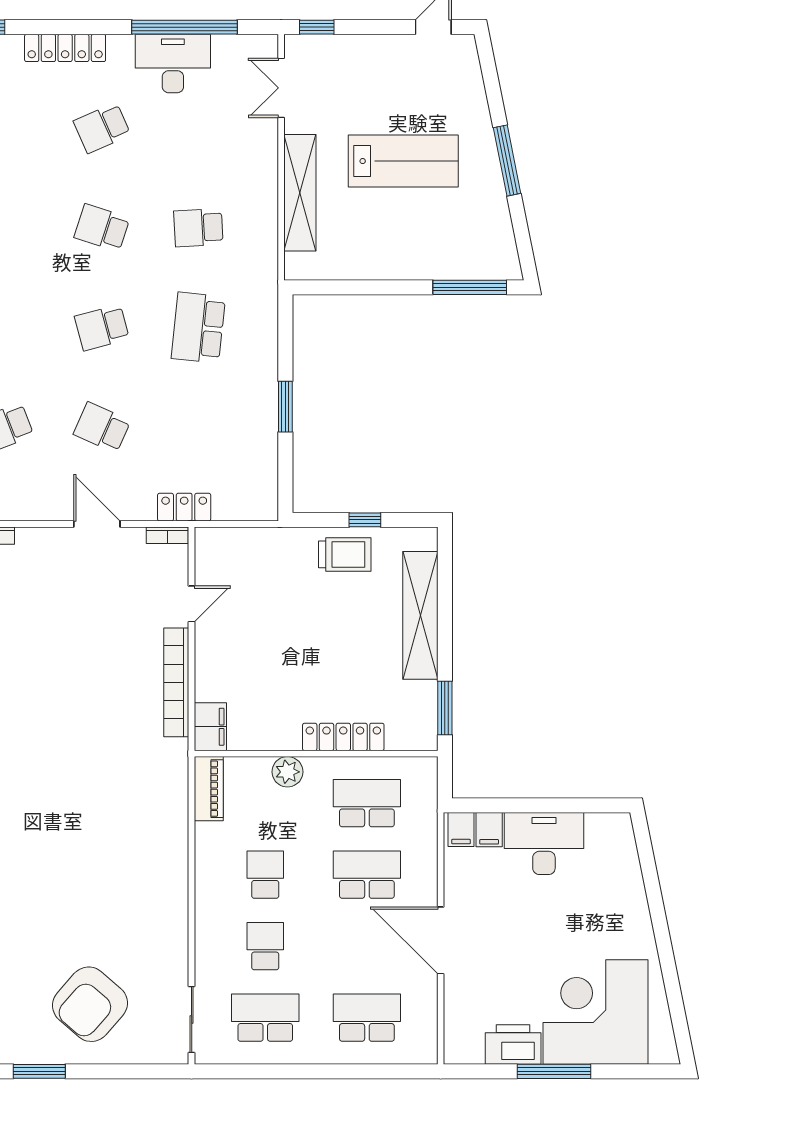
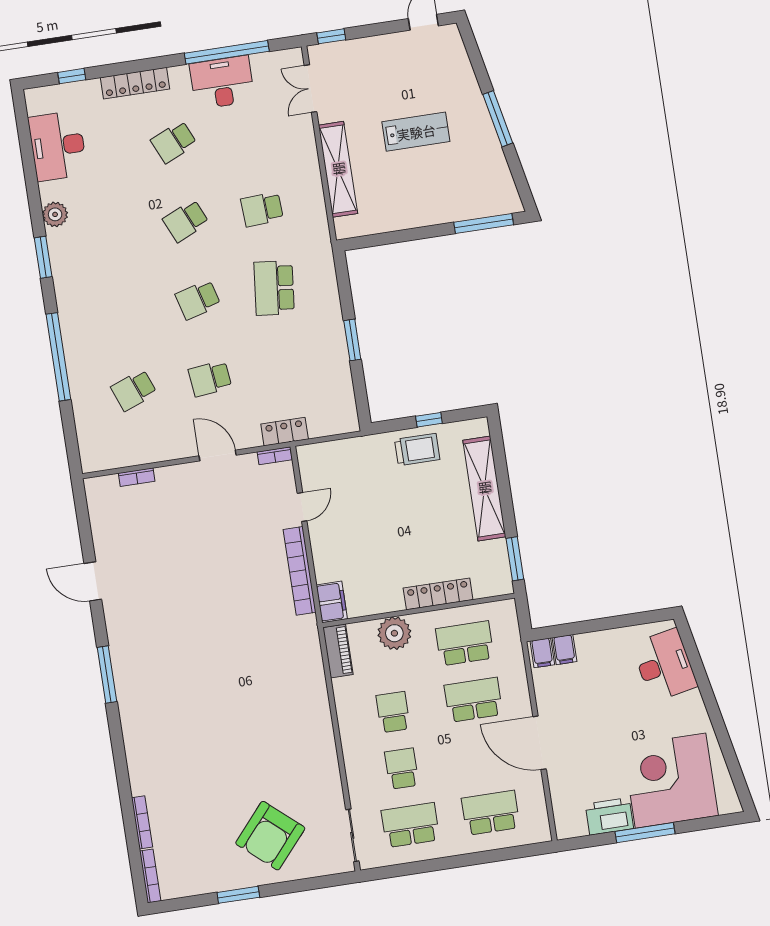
lab bench: (403, 161) -> (416, 132), width x0.73, depth x0.72
school desk: (102, 228) -> (186, 221), turned -42
school desk: (102, 427) -> (210, 379), turned -30
plant: (287, 772) -> (394, 633), width x1.36, depth x1.36
desk: (544, 844) -> (664, 665), moved, turned 79

